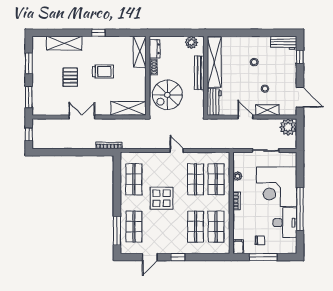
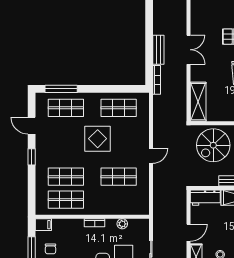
spiral stairs: (167, 95) -> (213, 145), turned -90
bench: (82, 144) -> (158, 50), added
shop shelf: (216, 179) -> (119, 200), removed

